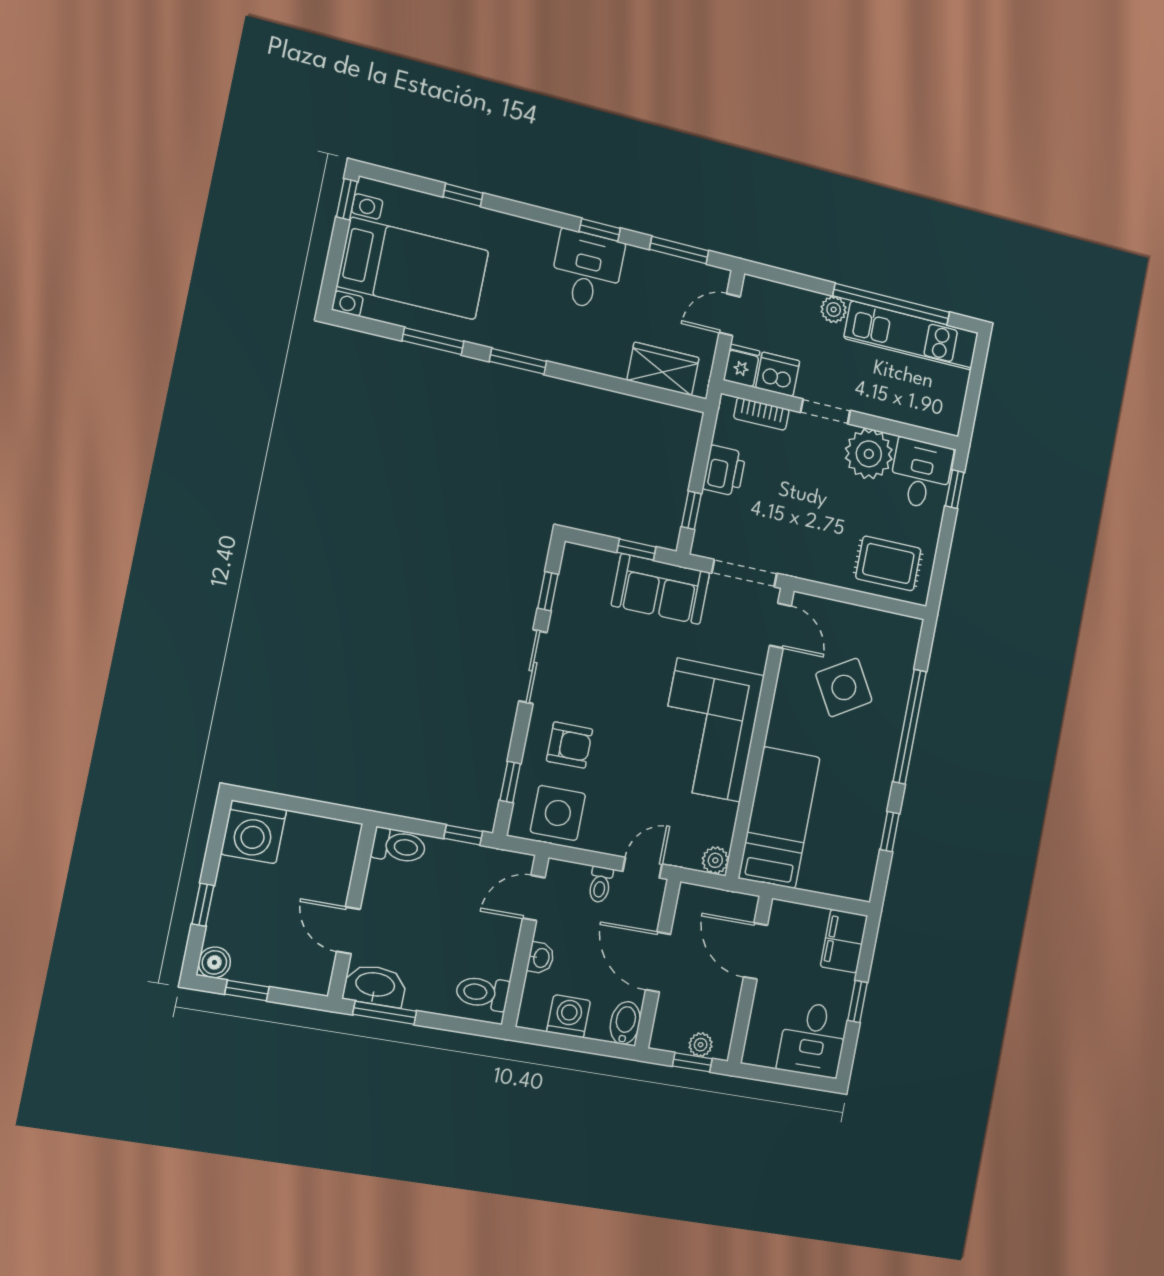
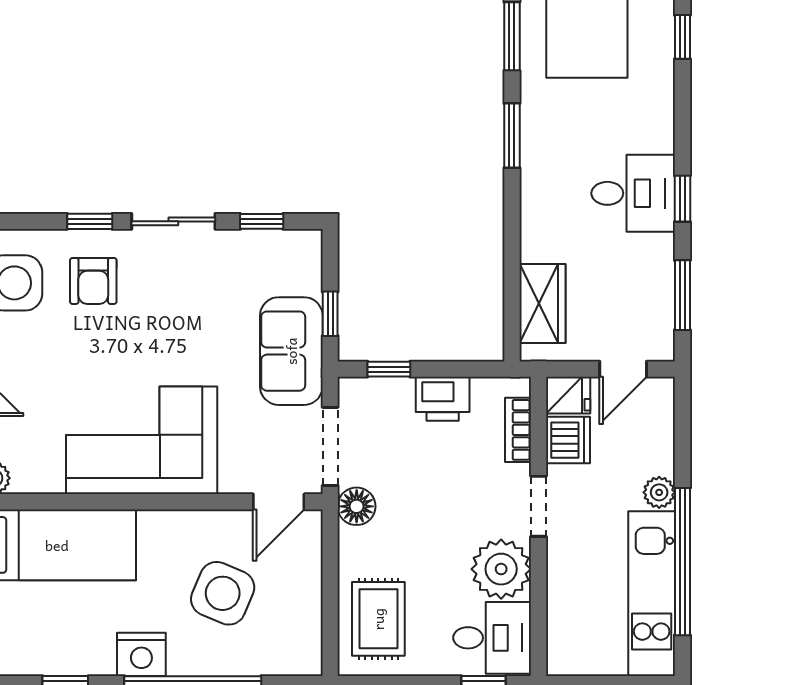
door: (730, 315) -> (623, 369), swing flipped
floor lamp: (796, 562) -> (357, 506), added
side table: (844, 687) -> (223, 593), turned -36
nightstand: (879, 764) -> (141, 654), added
window: (510, 782) -> (90, 221), moved

